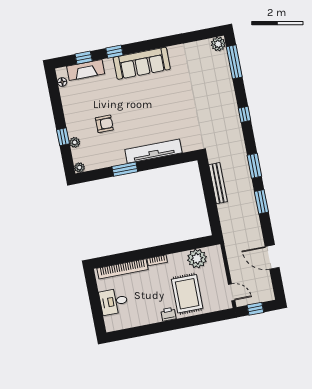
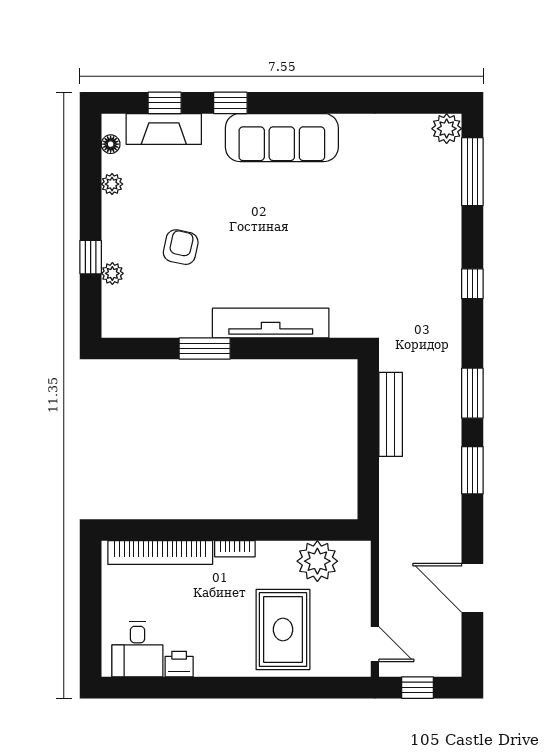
armchair: (104, 124) -> (181, 247), turned -78
plant: (79, 168) -> (112, 184), moved
desk: (114, 302) -> (137, 649), moved, turned -90
printer: (168, 314) -> (179, 664), moved

